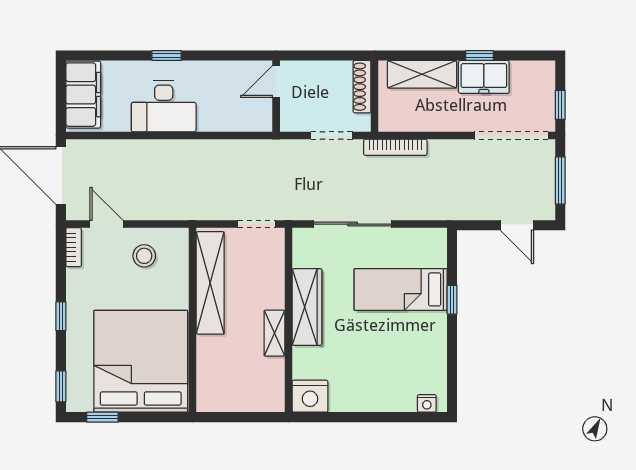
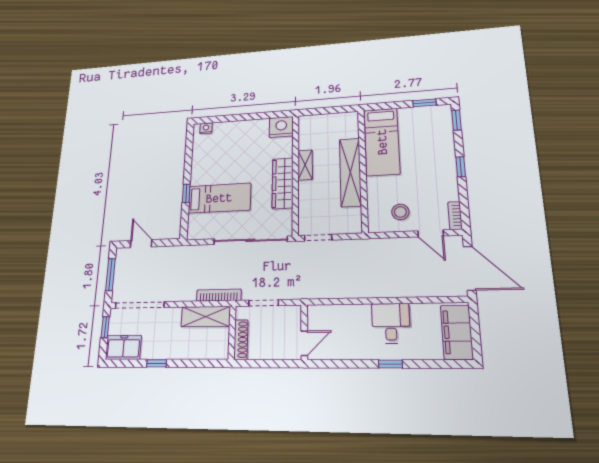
shelving: (422, 74) -> (206, 317), moved
freezer: (484, 77) -> (123, 347), moved
desk: (164, 106) -> (391, 323), width x0.73
sliding door: (353, 224) -> (250, 240), width x1.36
shelving: (210, 283) -> (350, 172), moved
bed: (141, 361) -> (382, 142), width x0.49

